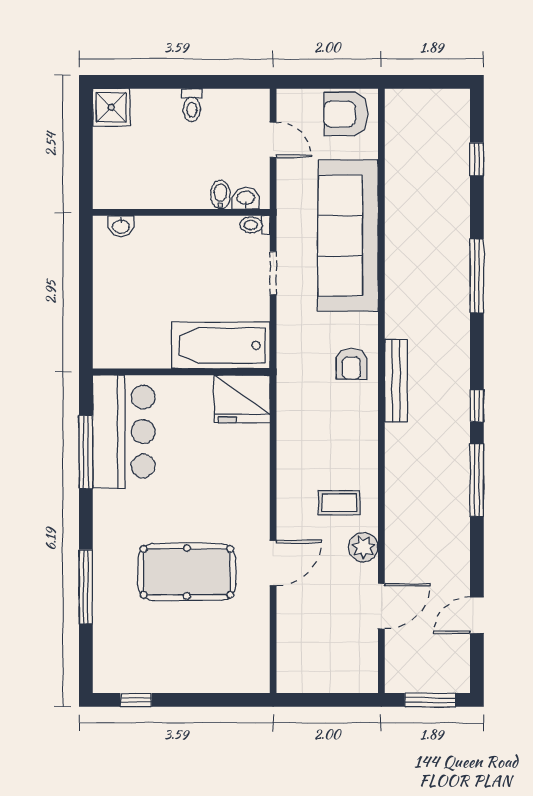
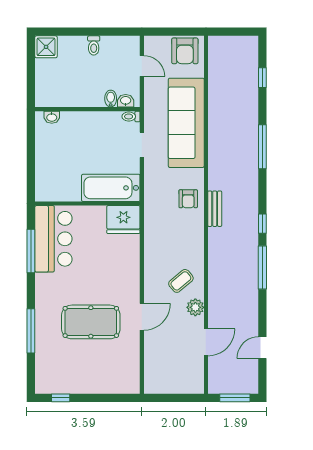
armchair: (346, 114) -> (185, 51), turned -90
bench: (396, 381) -> (215, 209), width x0.73
coffee table: (339, 503) -> (181, 281), turned -40

